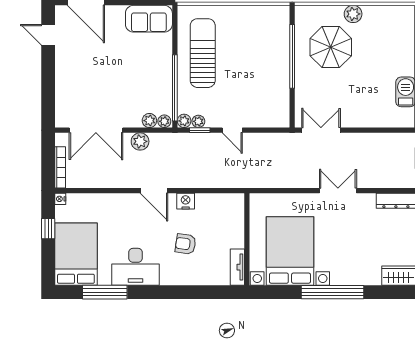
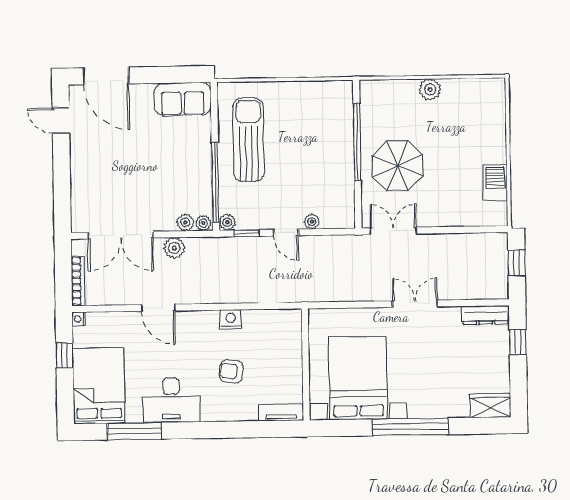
parasol: (331, 47) -> (397, 166), moved
plant: (198, 121) -> (312, 222), moved
door: (154, 191) -> (158, 308), moved
tv unit: (237, 267) -> (281, 412), moved, turned 90

